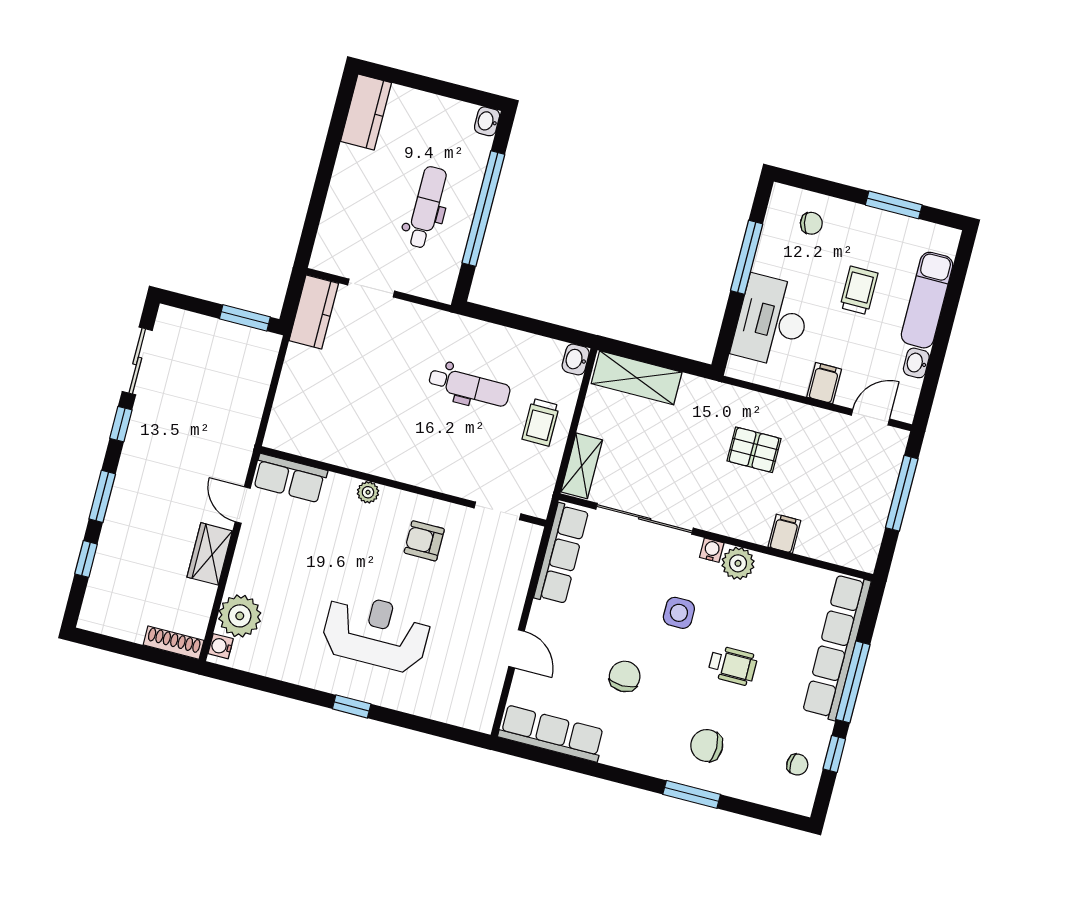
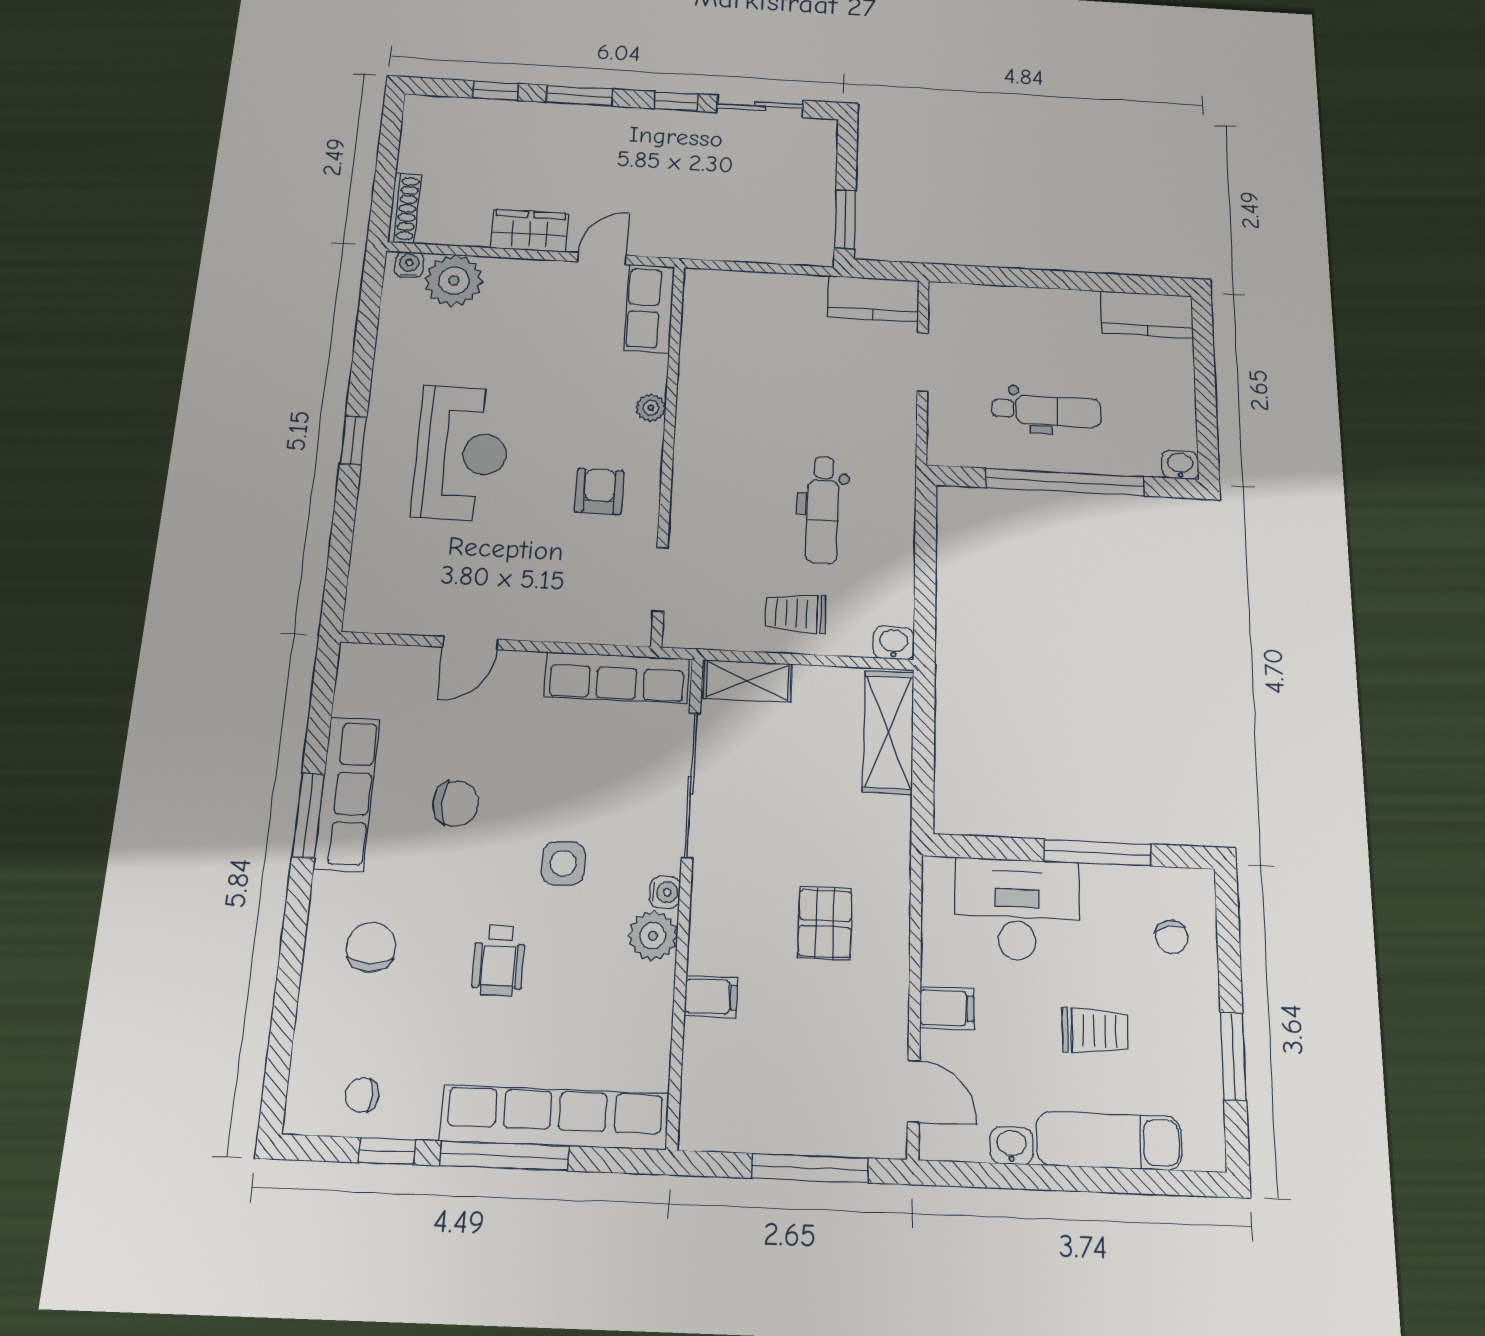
row of seats: (551, 733) -> (347, 793), moved
chair: (797, 765) -> (362, 1095), turned 87
window: (692, 794) -> (308, 815), moved

